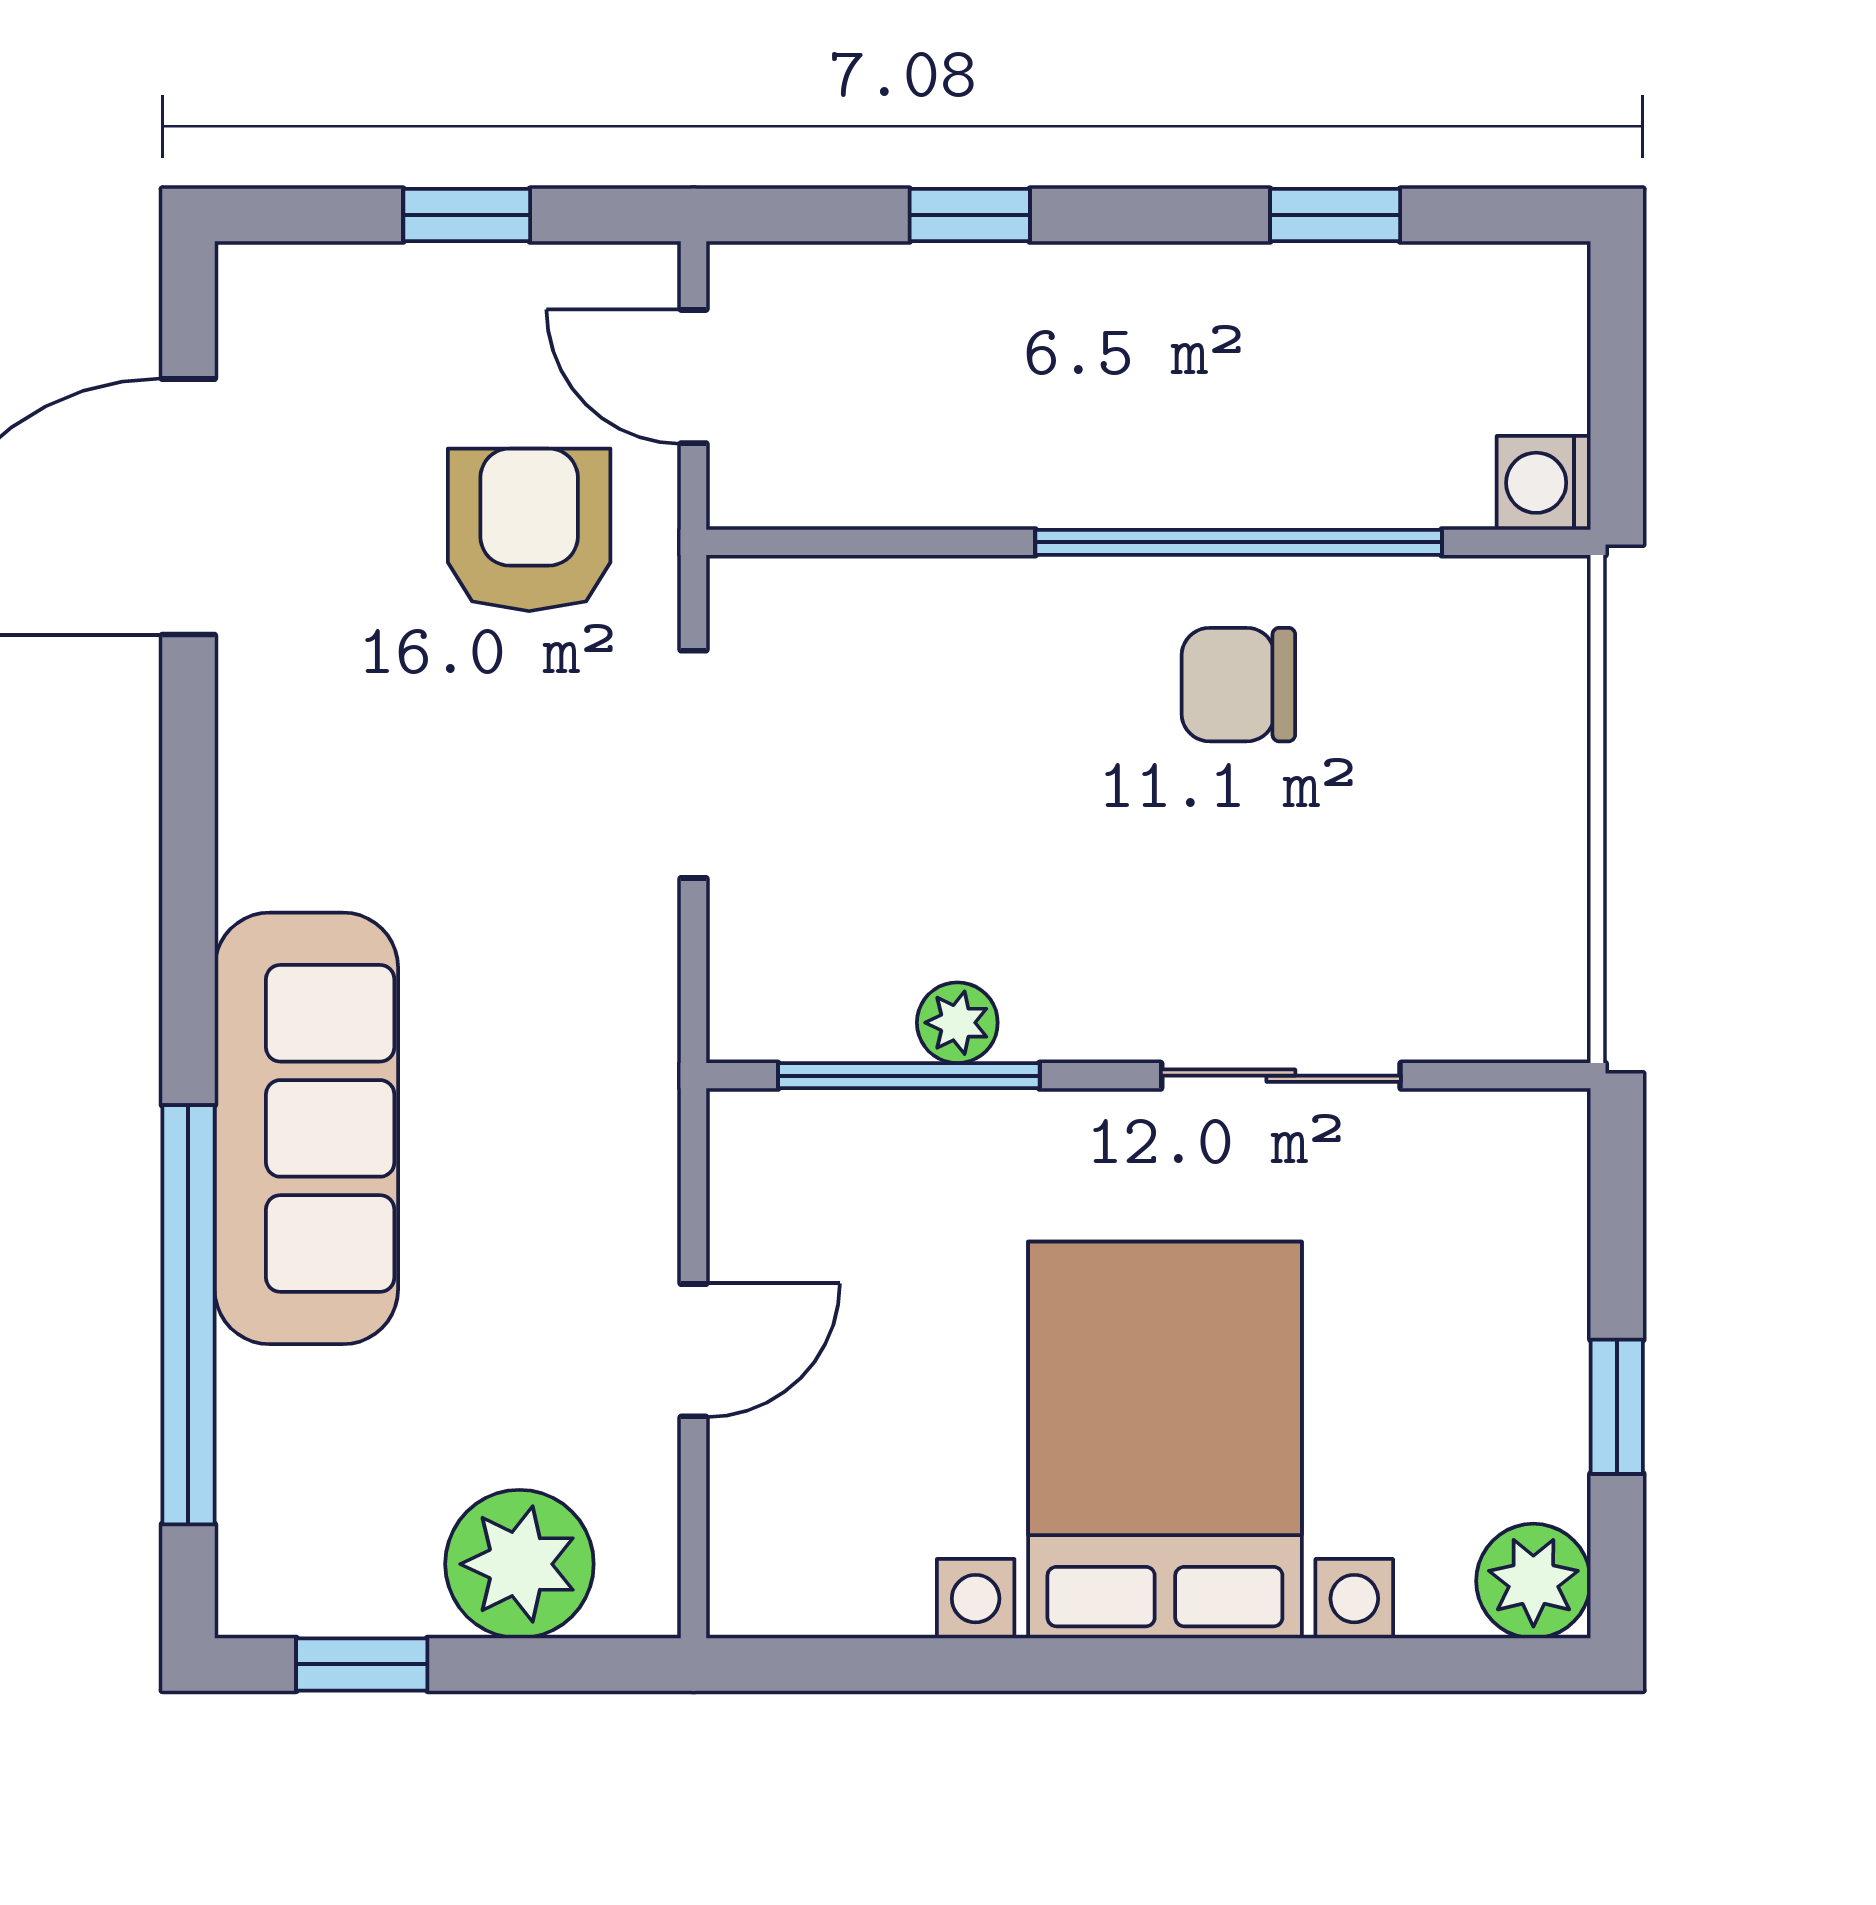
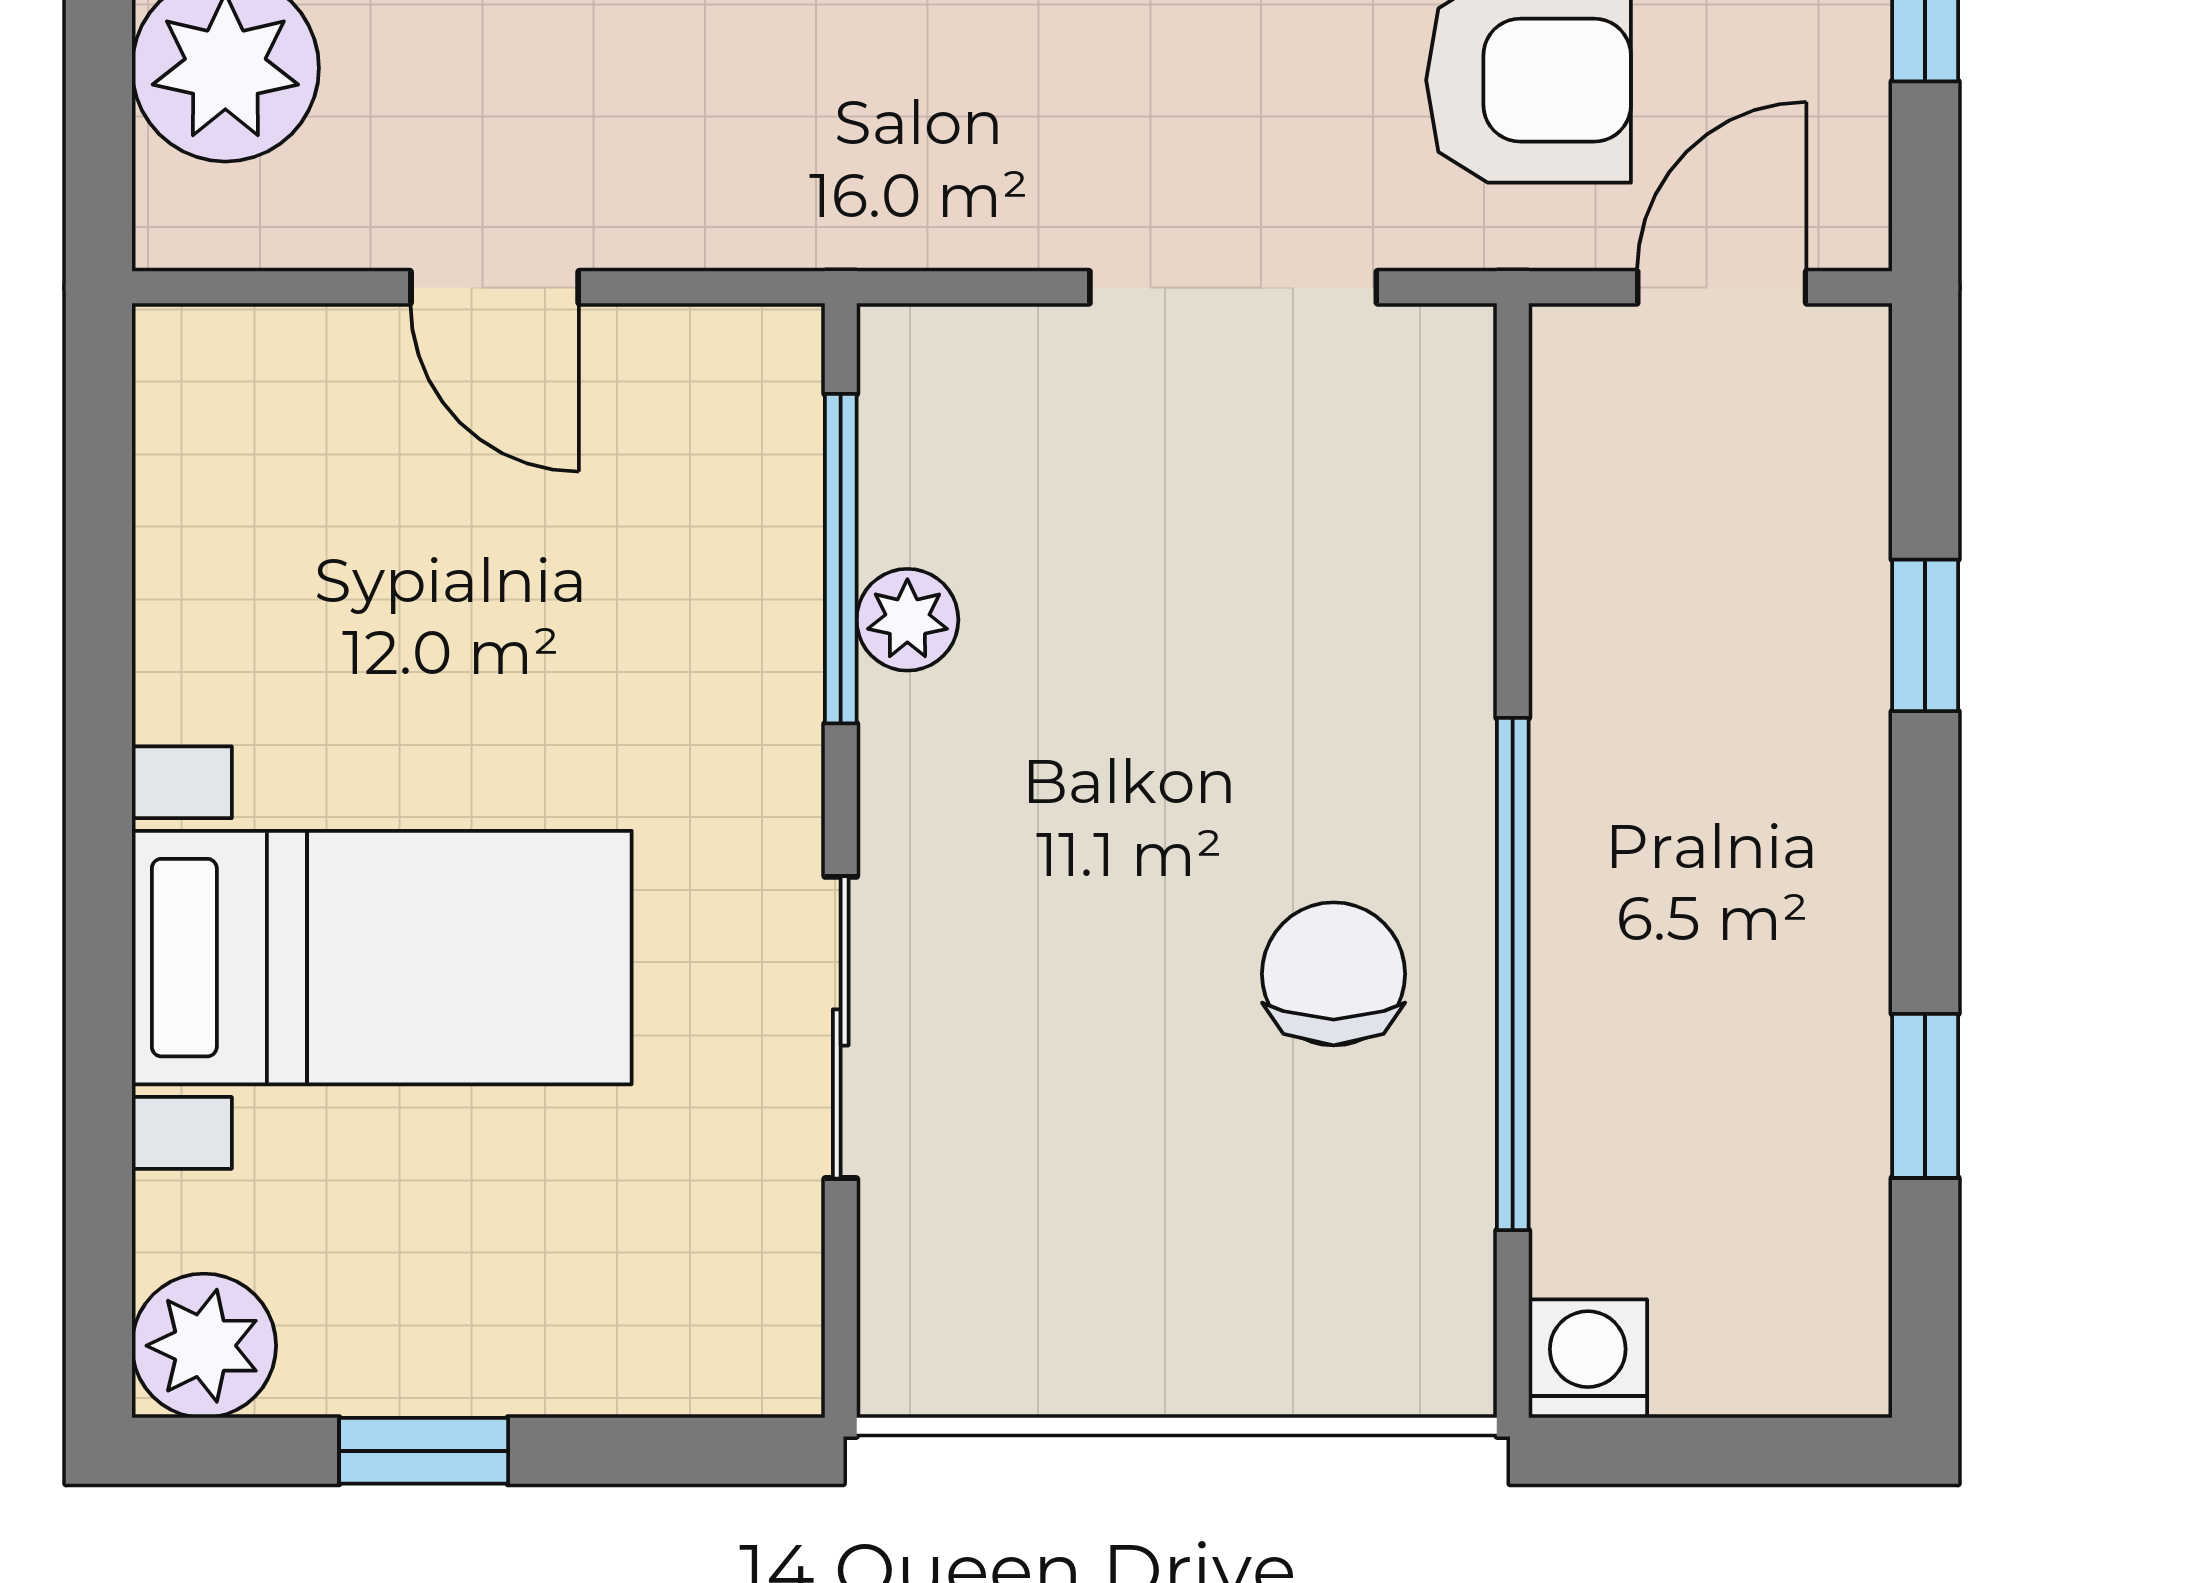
bed with nightstands: (1165, 1440) -> (382, 958), width x0.73

